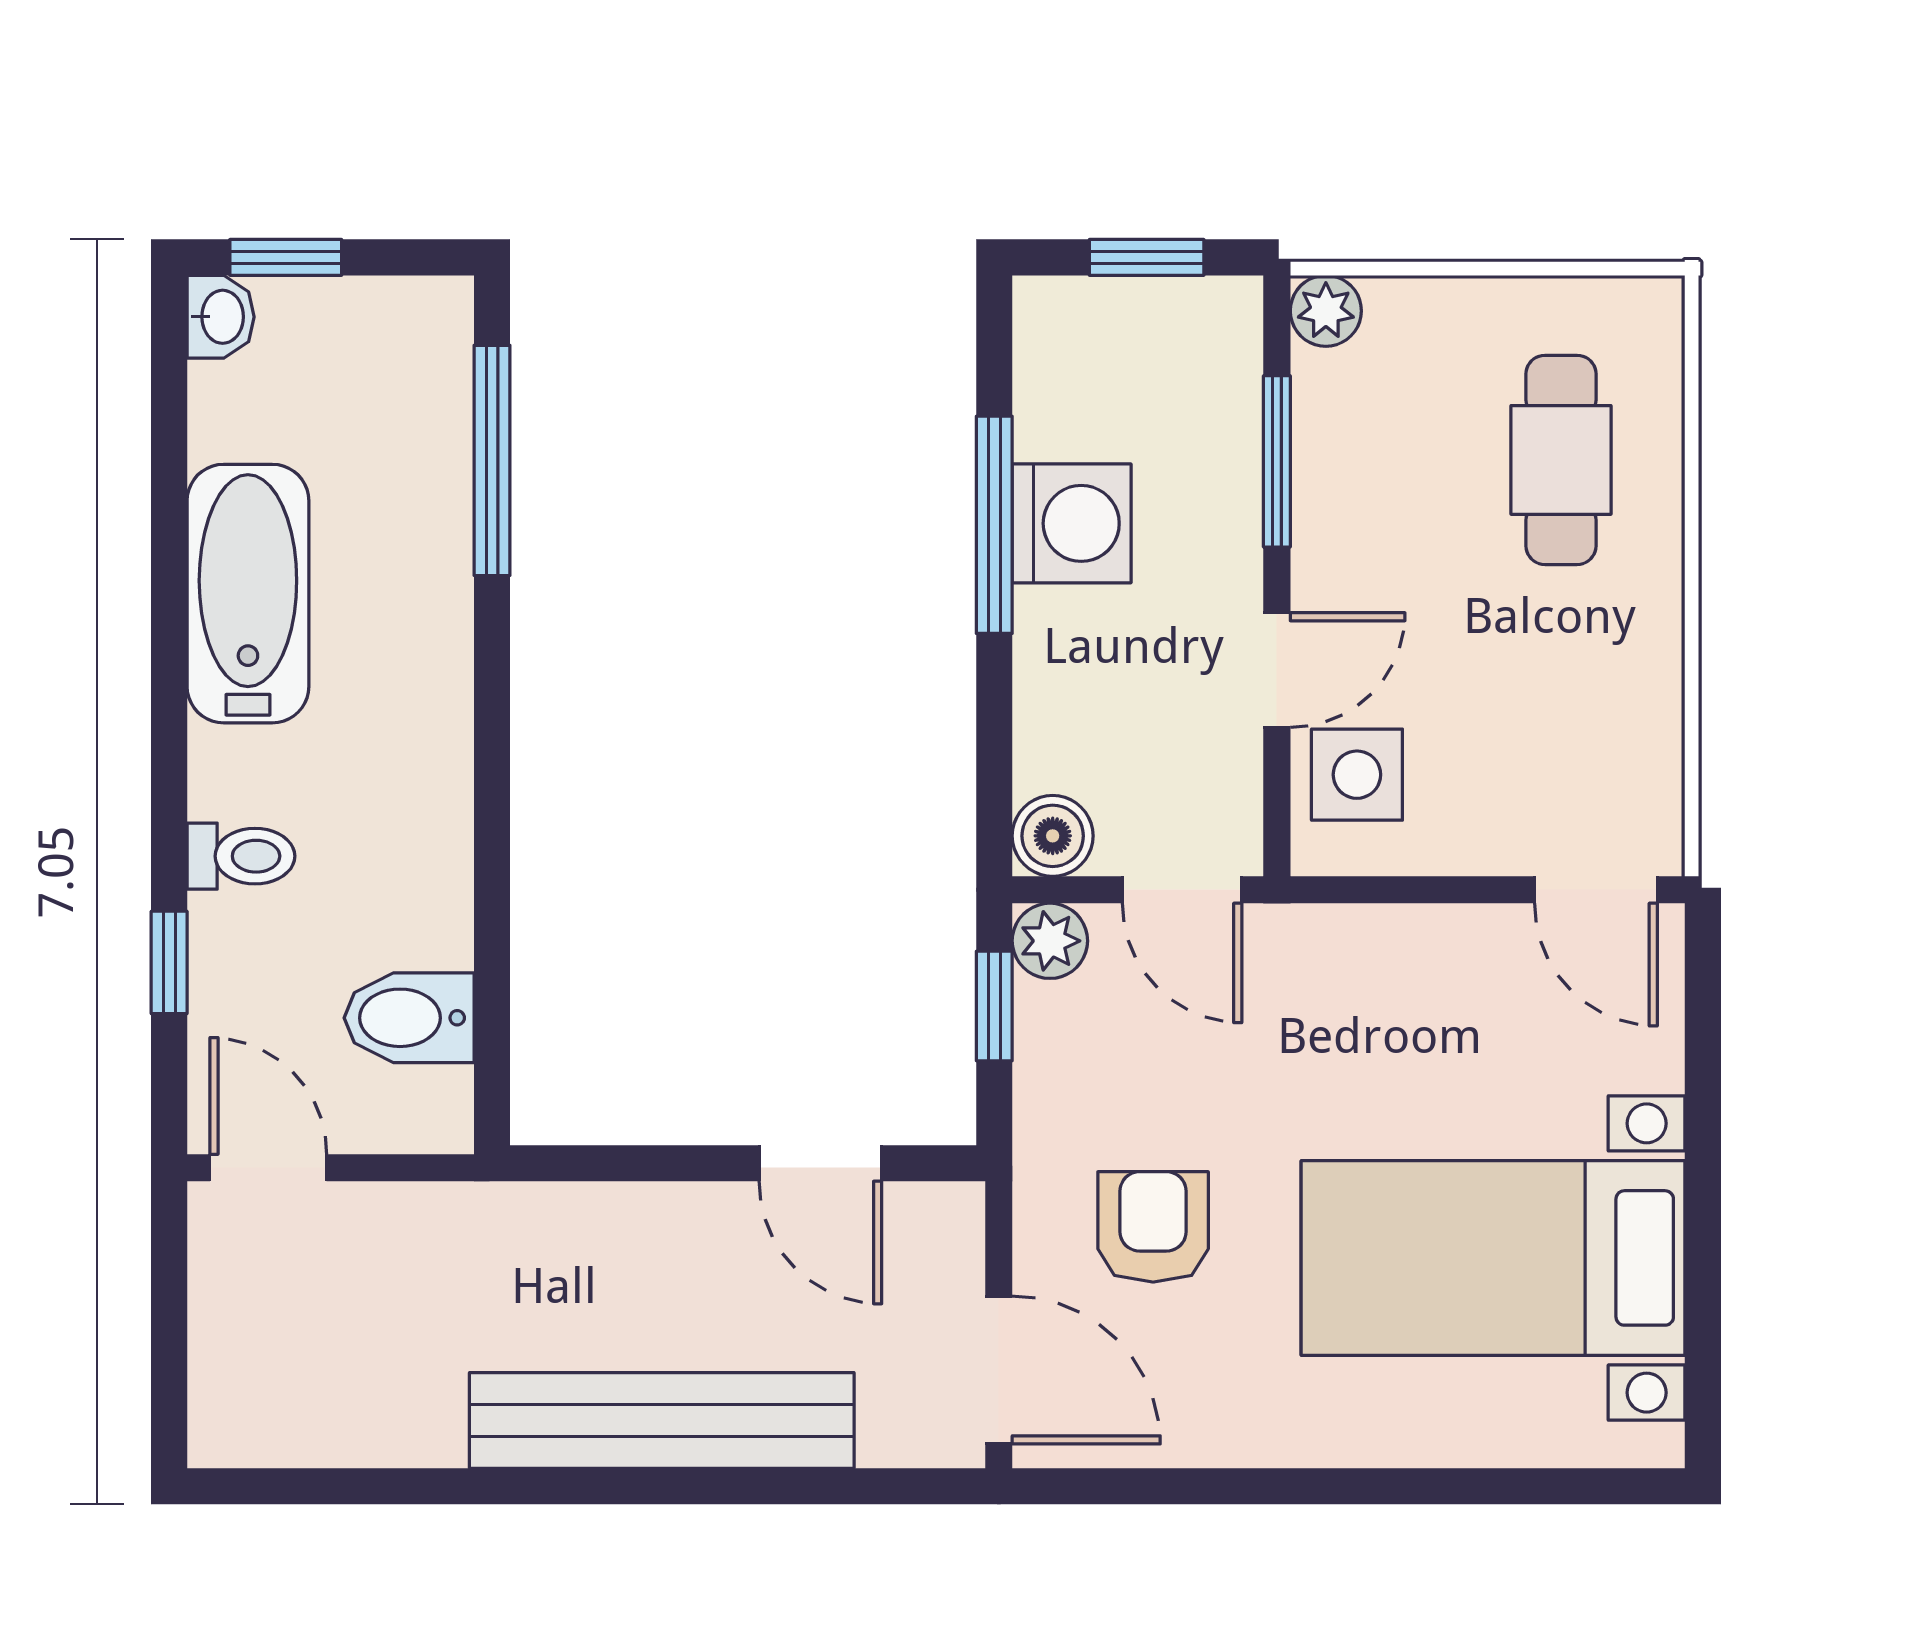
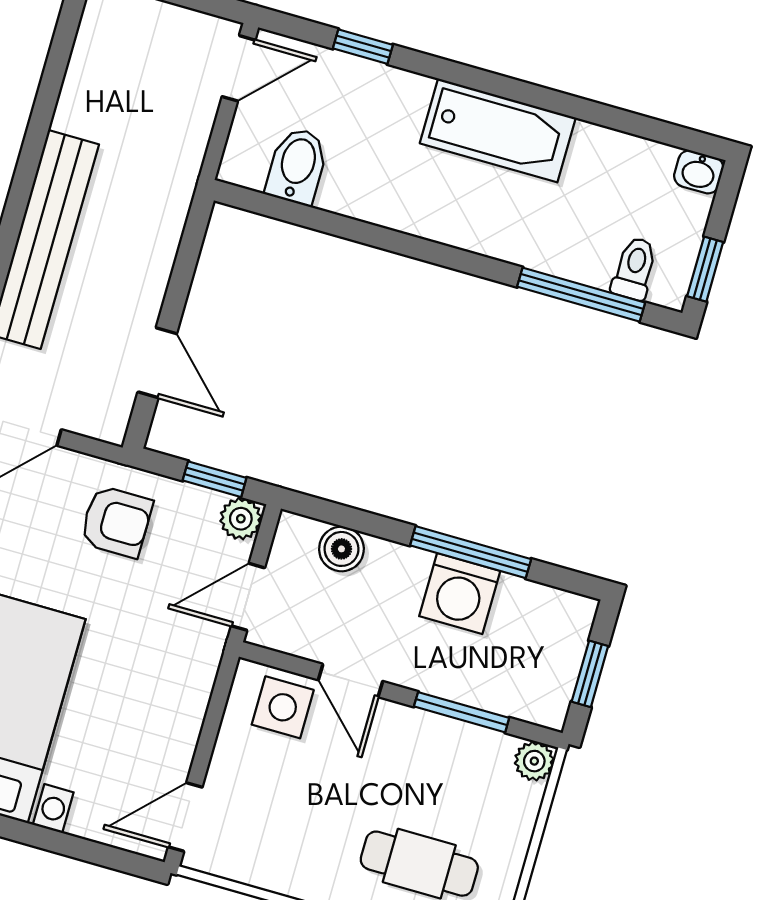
window: (286, 257) -> (705, 269), moved
bathtub: (248, 594) -> (498, 130), moved
boiler: (1053, 836) -> (341, 549), moved
toilet: (241, 856) -> (634, 268), moved, turned 180
door: (820, 1163) -> (157, 363), swing flipped
armchair: (1153, 1227) -> (116, 522), moved

